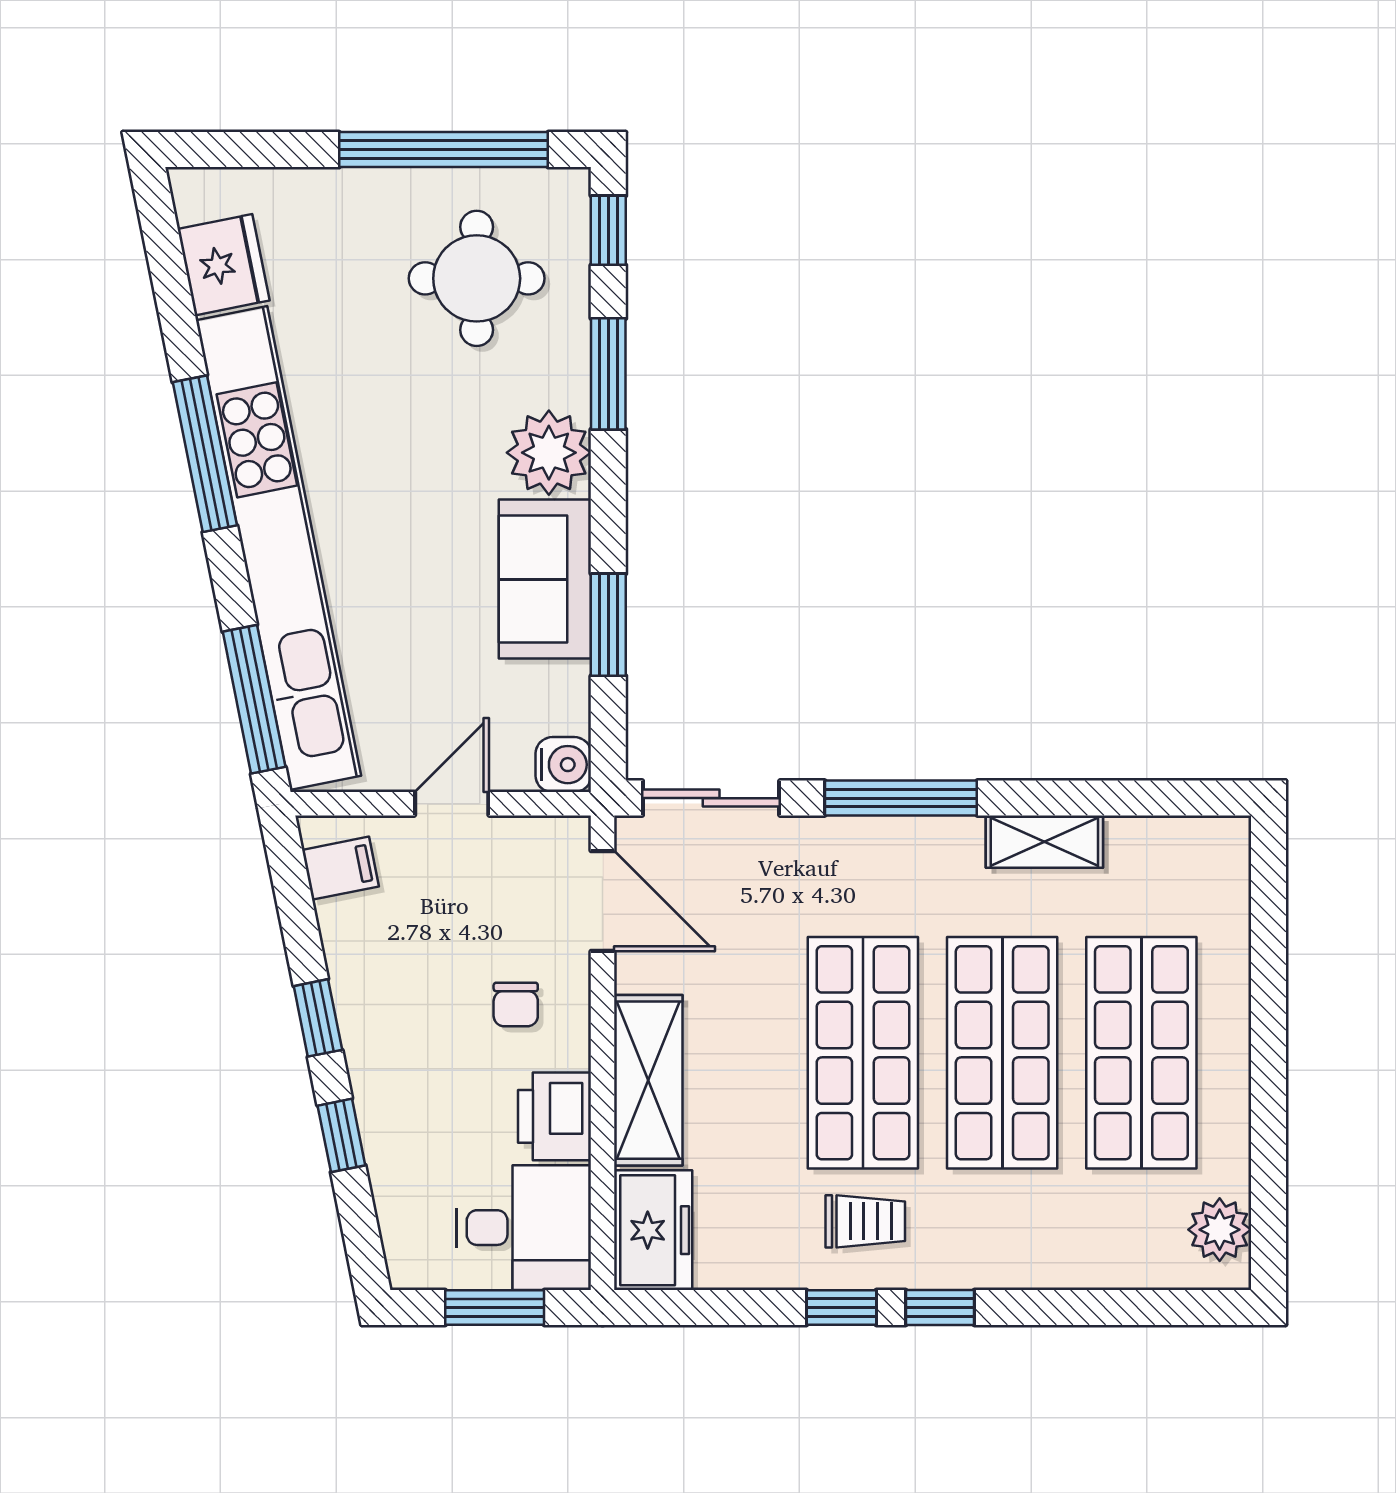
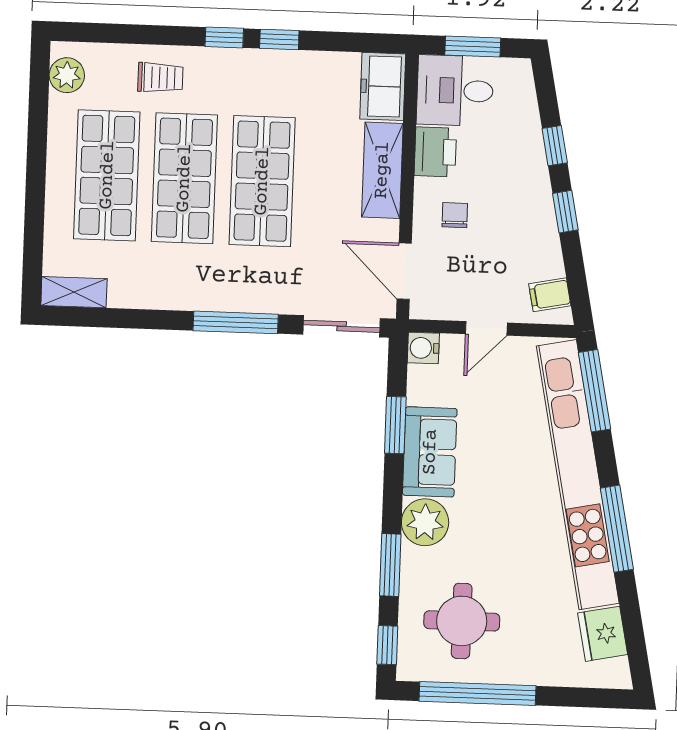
shelving: (1044, 842) -> (74, 292), moved
trolley: (865, 1221) -> (160, 78), moved, turned 180

